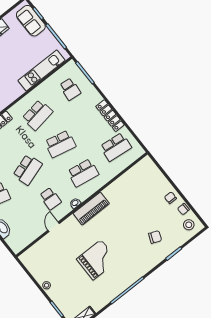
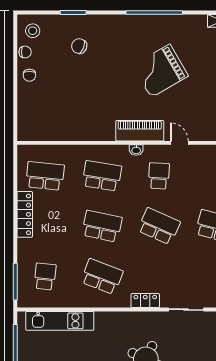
school desk: (37, 115) -> (102, 277), turned 30
school desk: (28, 170) -> (159, 226), turned 42
piano: (91, 209) -> (140, 131), moved
door: (54, 227) -> (179, 143), swing flipped
grand piano: (97, 260) -> (160, 71), turned -30

